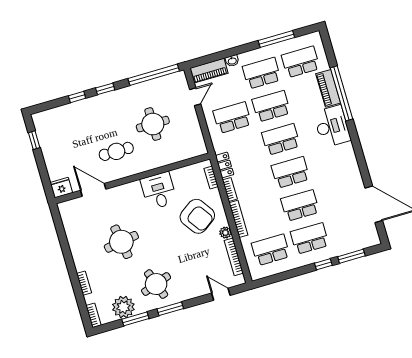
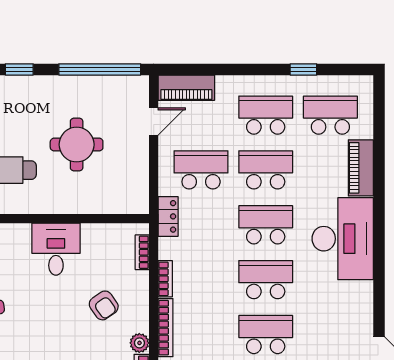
window: (276, 39) -> (303, 69), width x0.46
washbasin: (232, 61) -> (226, 83), removed
window: (342, 93) -> (379, 181), removed
desk: (332, 126) -> (343, 239), width x1.36, depth x1.30
locker: (225, 165) -> (168, 216), moved
armchair: (197, 216) -> (104, 305), width x0.53, depth x0.53

